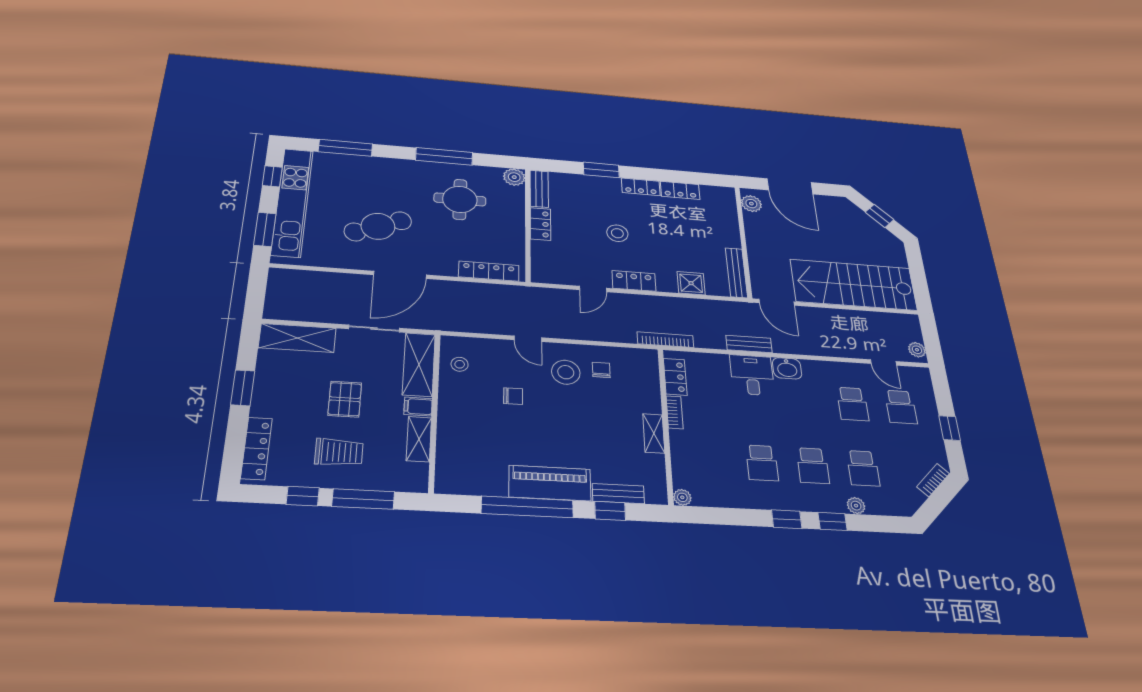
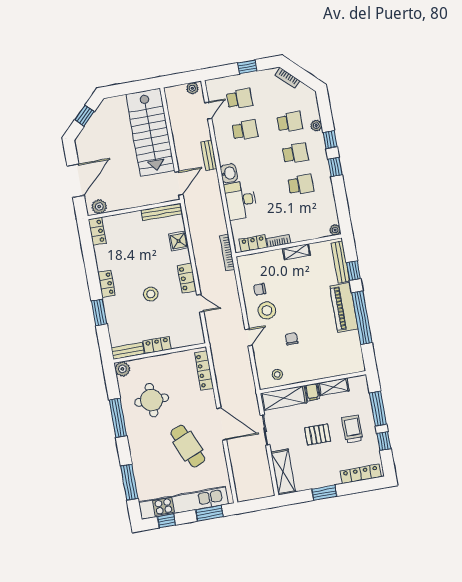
locker: (680, 190) -> (97, 231), moved
bench: (749, 344) -> (209, 155), moved
desk: (752, 375) -> (240, 200), width x1.37
bench: (618, 494) -> (340, 262), width x1.36

